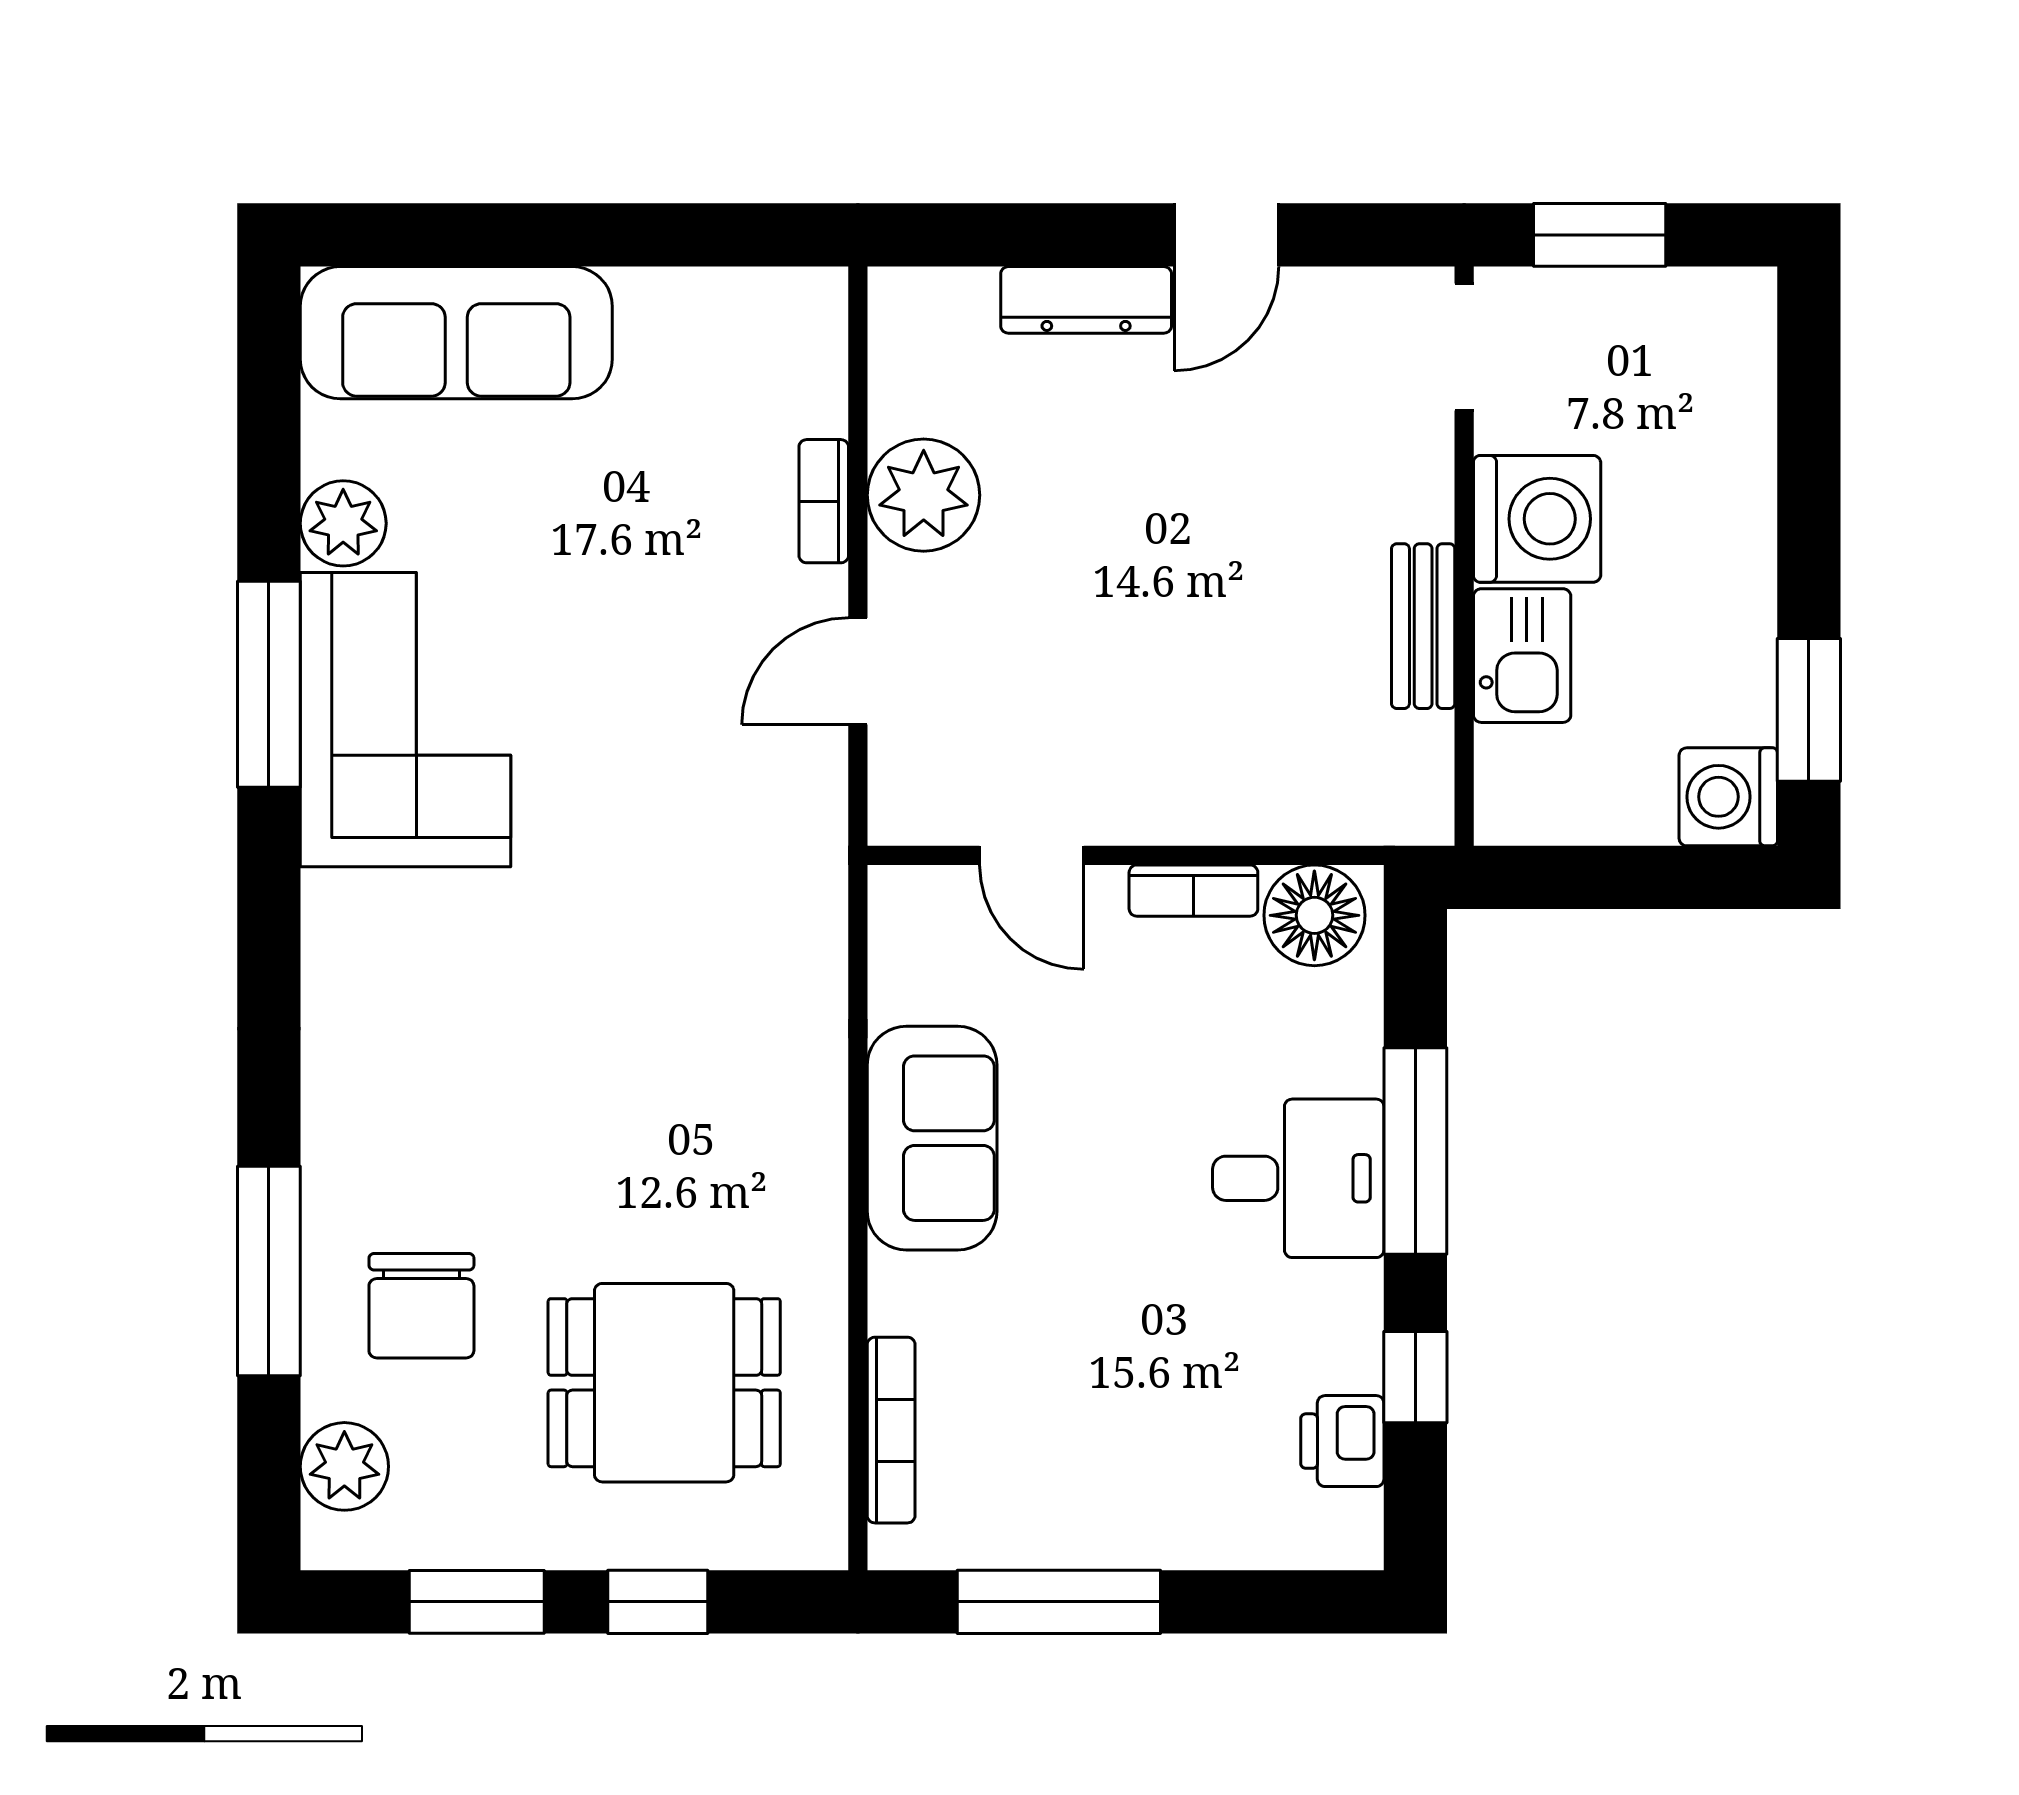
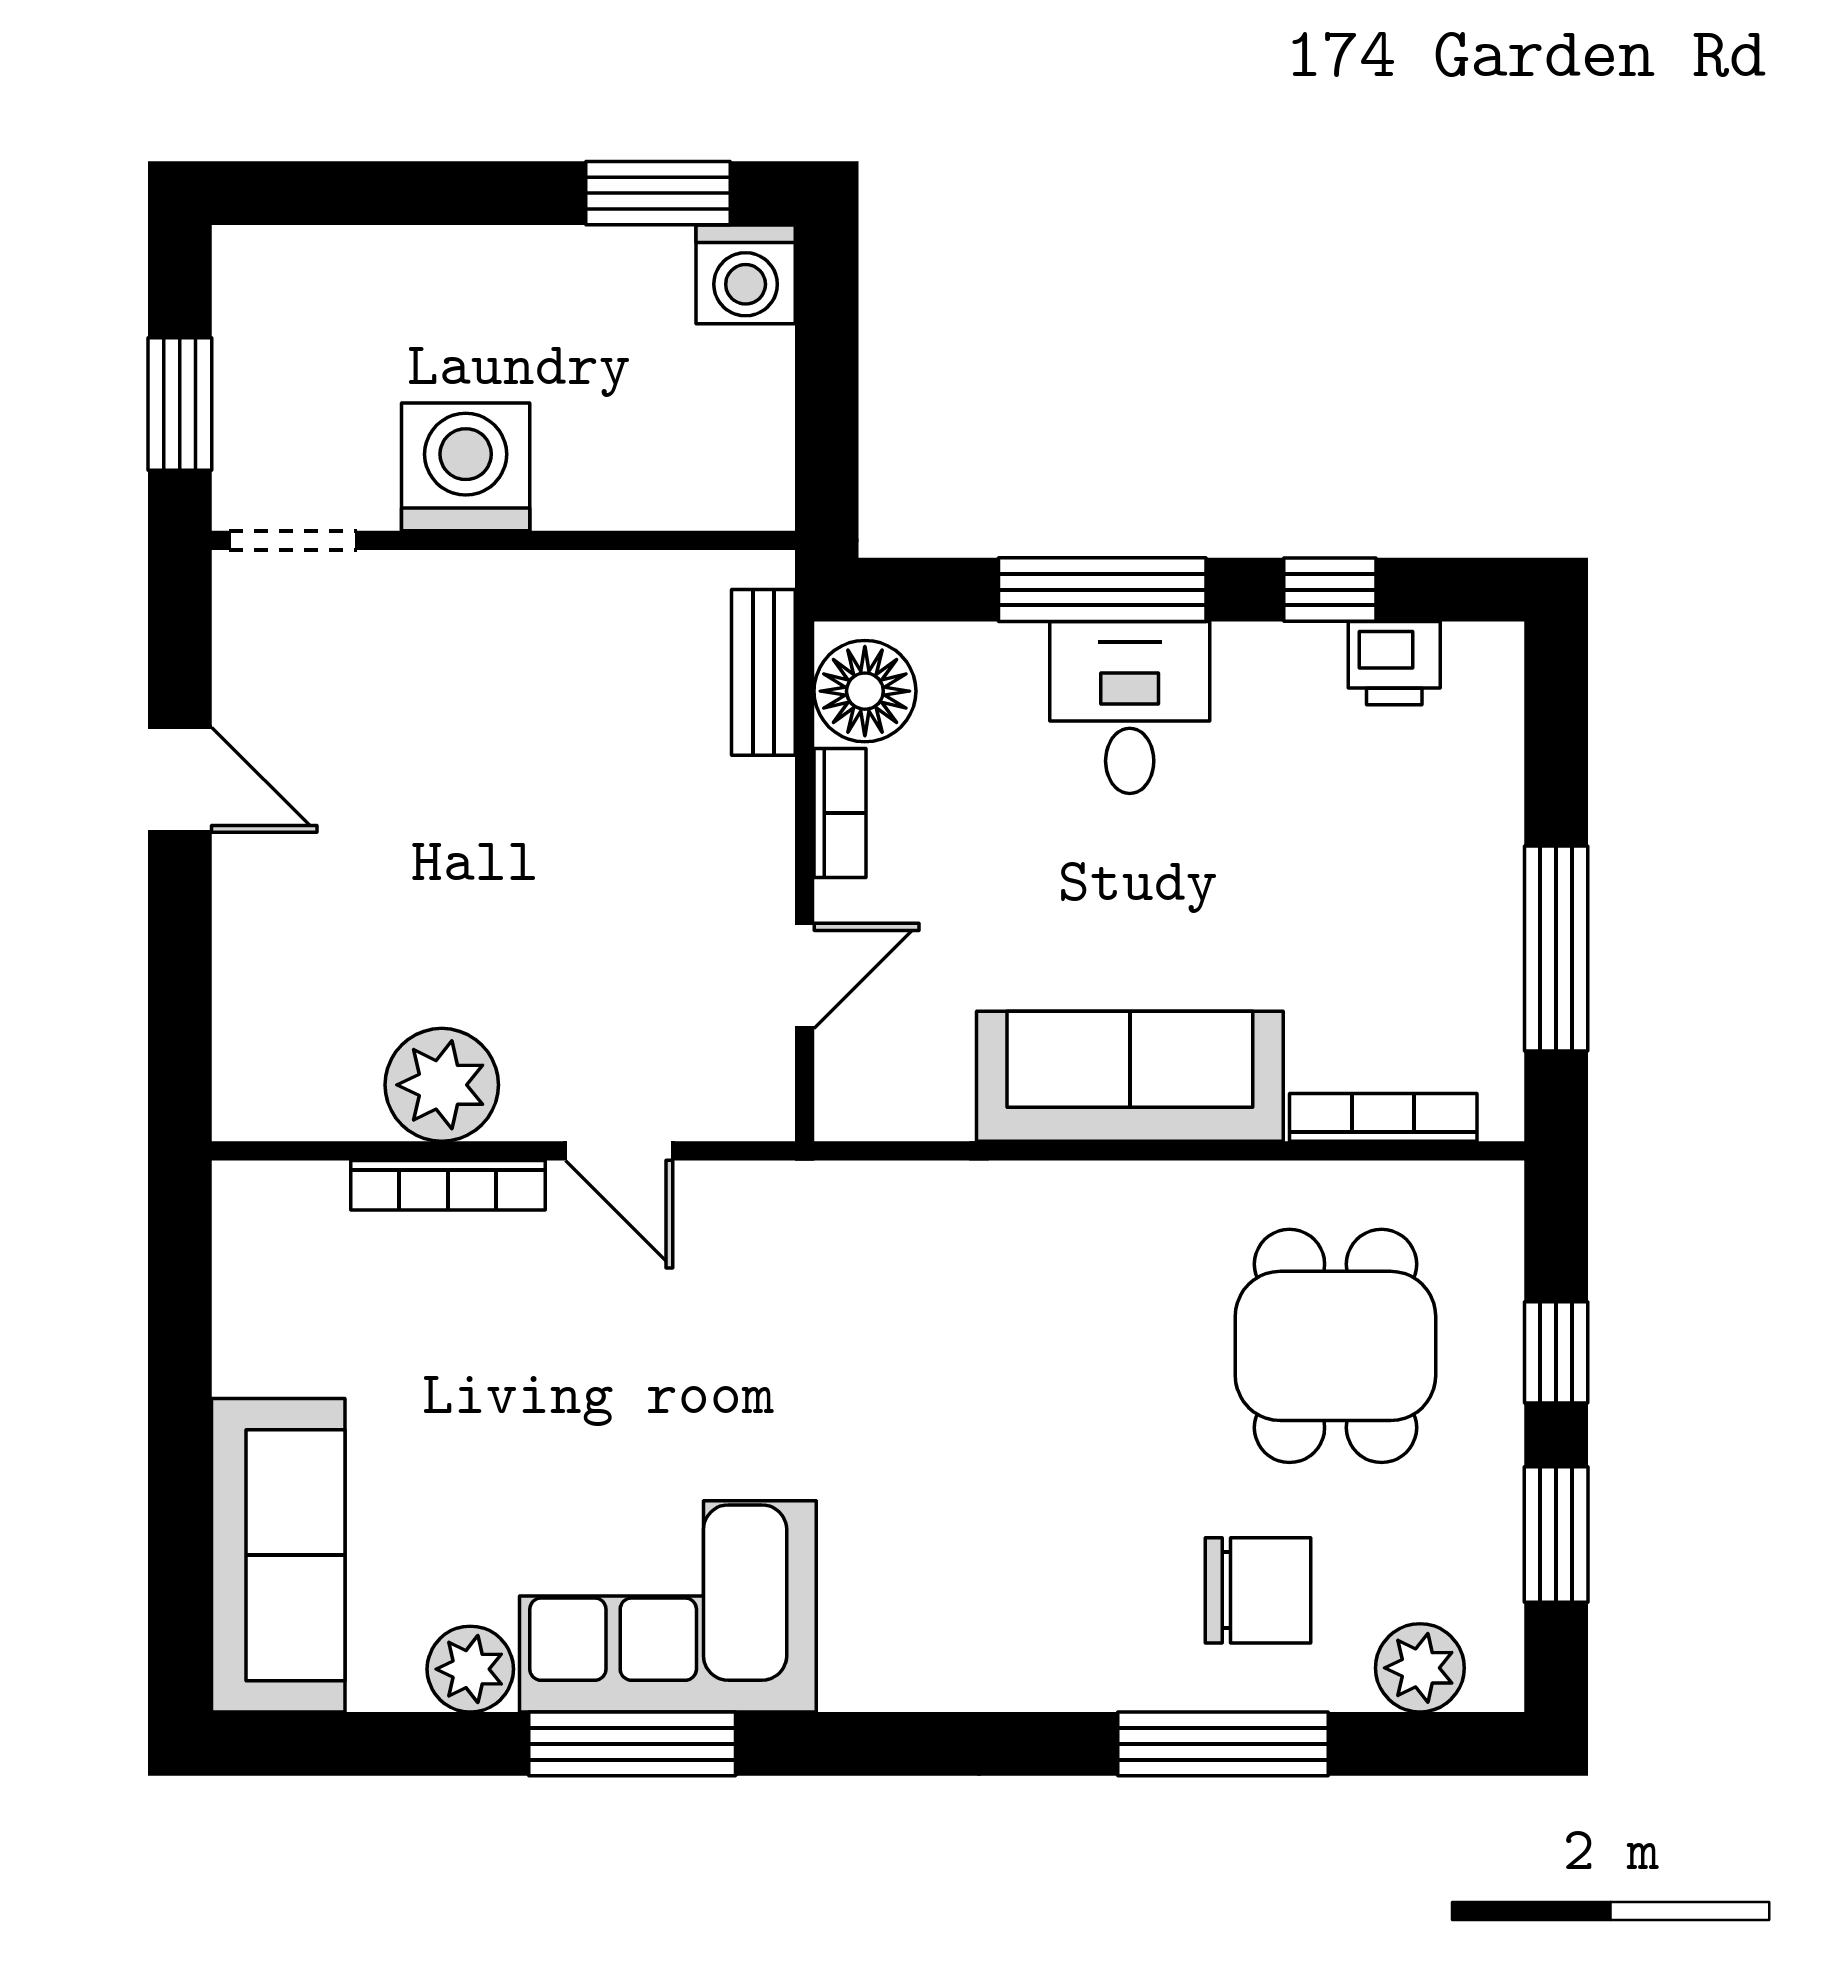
dresser: (1086, 300) -> (245, 921), removed
bookcase: (824, 501) -> (448, 1185), width x1.56
bench: (1423, 626) -> (763, 672), moved, turned 90
kitchen sink: (1522, 656) -> (603, 482), removed
sofa: (932, 1138) -> (1130, 1076), width x1.36

